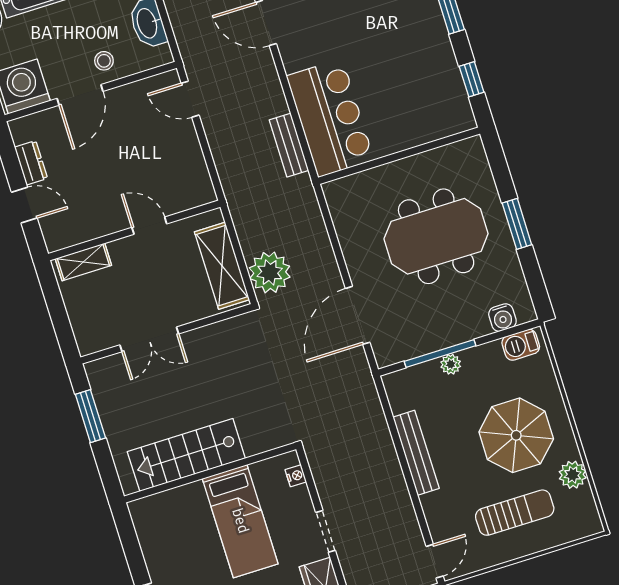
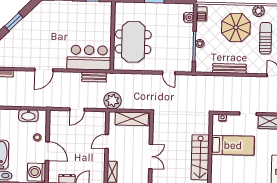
door: (190, 99) -> (77, 110), moved
meeting table: (436, 236) -> (133, 42), moved
plant: (270, 272) -> (112, 101), moved
door: (358, 315) -> (169, 73), width x0.53

